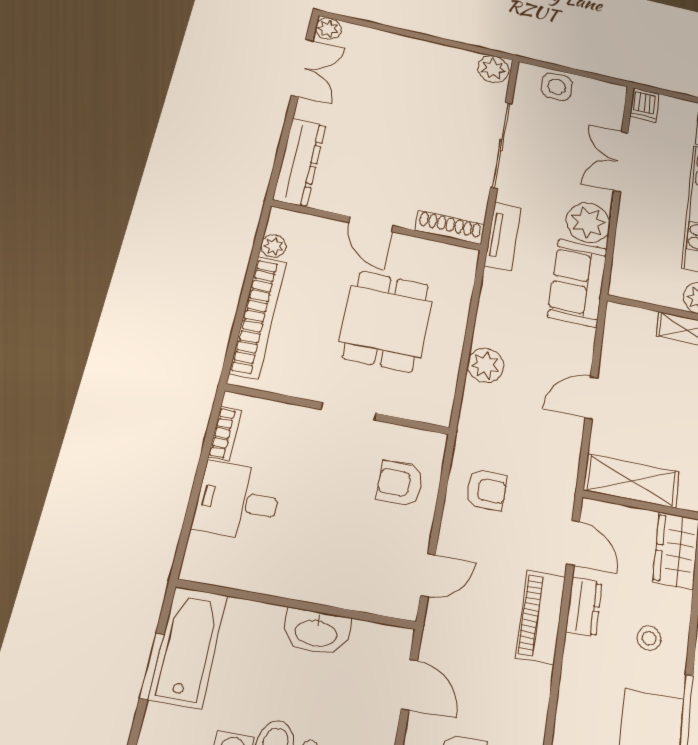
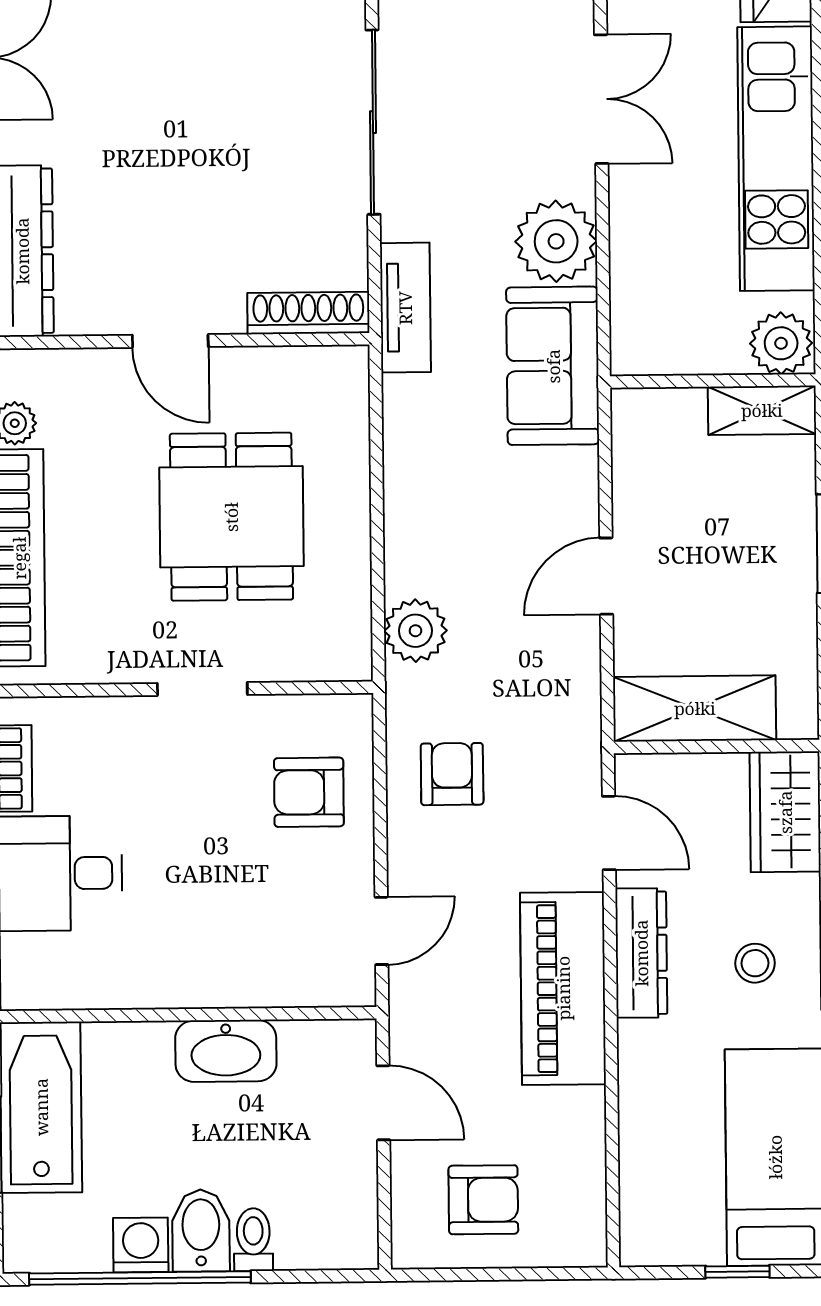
double door: (621, 162) -> (601, 99), swing flipped
plant: (486, 365) -> (415, 631), moved
armchair: (486, 490) -> (452, 774), turned -90
dresser: (584, 607) -> (641, 953), width x1.44
piano: (541, 617) -> (563, 988), width x1.37, depth x1.33

